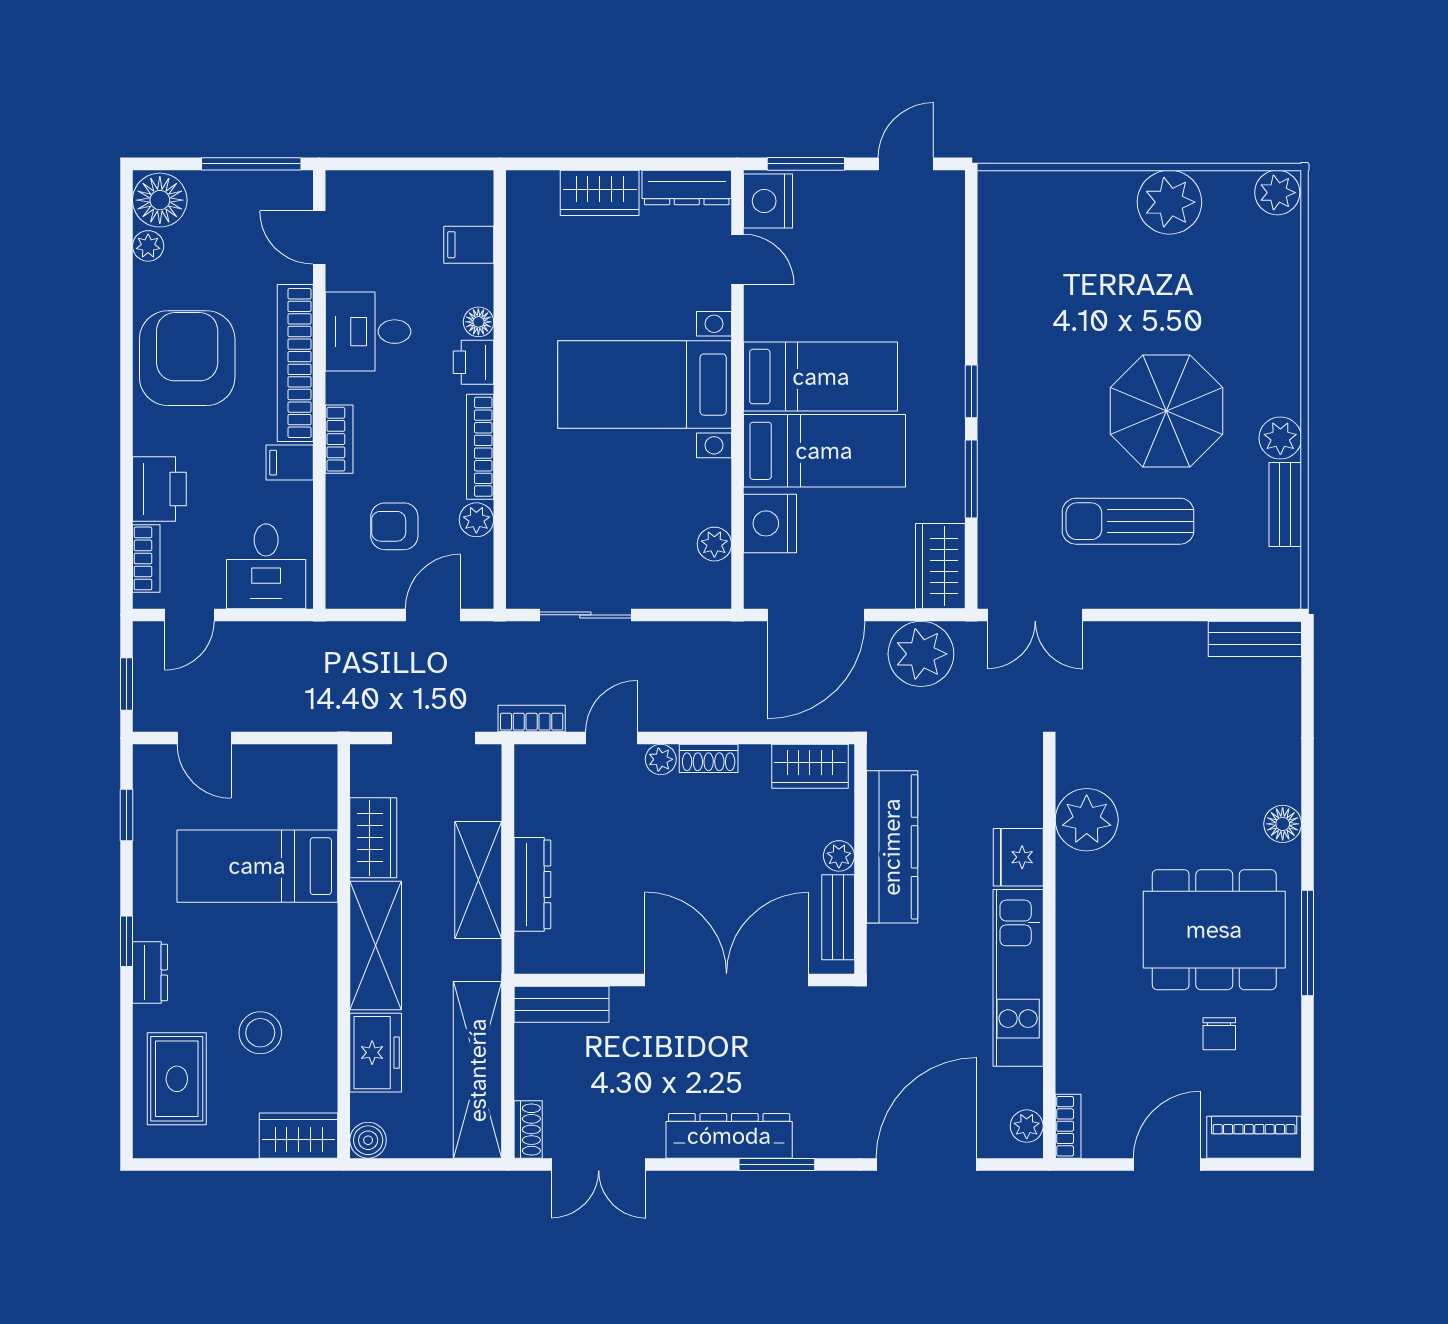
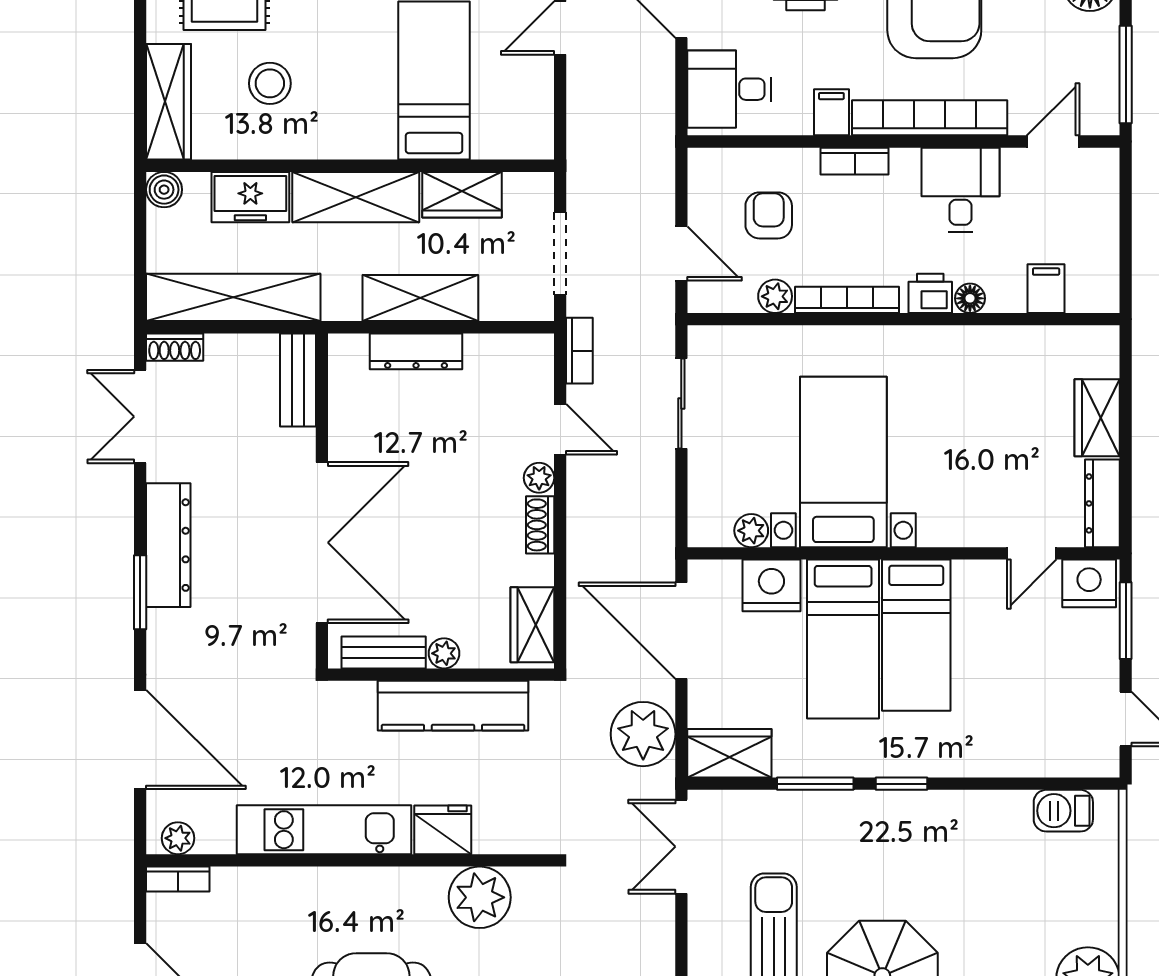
barbecue: (999, 227) -> (1063, 811), added
bed with nightstands: (645, 385) -> (843, 462), moved
wardrobe: (299, 1136) -> (169, 102), width x1.50

